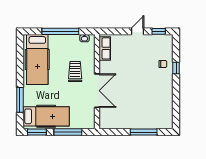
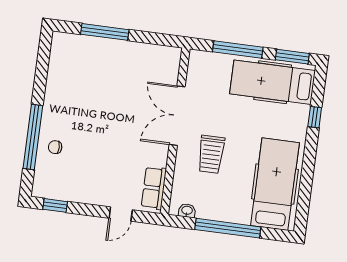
door: (137, 31) -> (121, 214), moved
window: (176, 68) -> (33, 137), width x3.17
window: (20, 100) -> (315, 117), width x0.46

